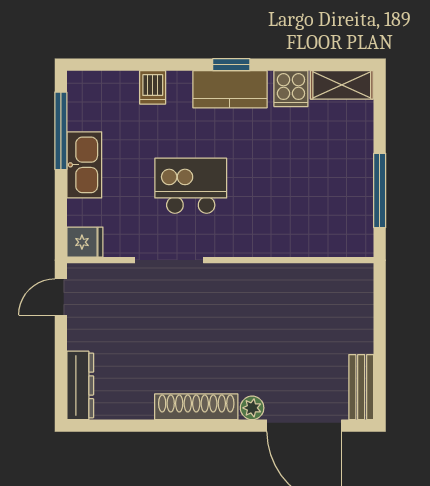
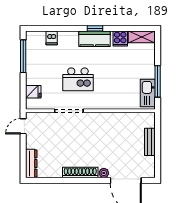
dishwasher: (153, 87) -> (52, 38), moved
kitchen sink: (84, 165) -> (148, 93), moved, turned 180
kitchen island: (191, 186) -> (78, 79), turned 180
fridge: (85, 242) -> (33, 92), moved
bench: (361, 387) -> (150, 142), moved

